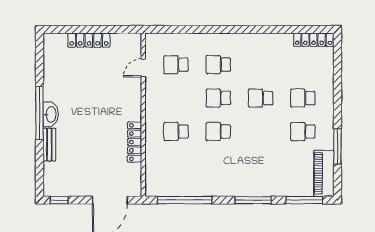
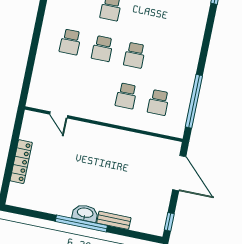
school desk: (176, 65) -> (158, 102), moved
locker: (135, 142) -> (128, 138), removed
window: (253, 200) -> (207, 35), removed

